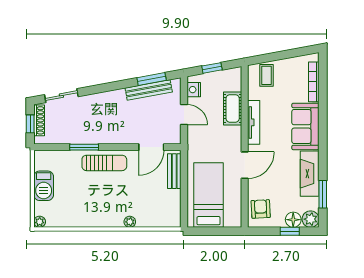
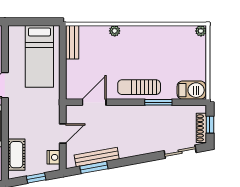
cot: (233, 108) -> (16, 155), moved
door: (184, 115) -> (63, 133), swing flipped
bench: (174, 171) -> (72, 42), moved
barbecue: (44, 186) -> (191, 90), moved, turned 90

